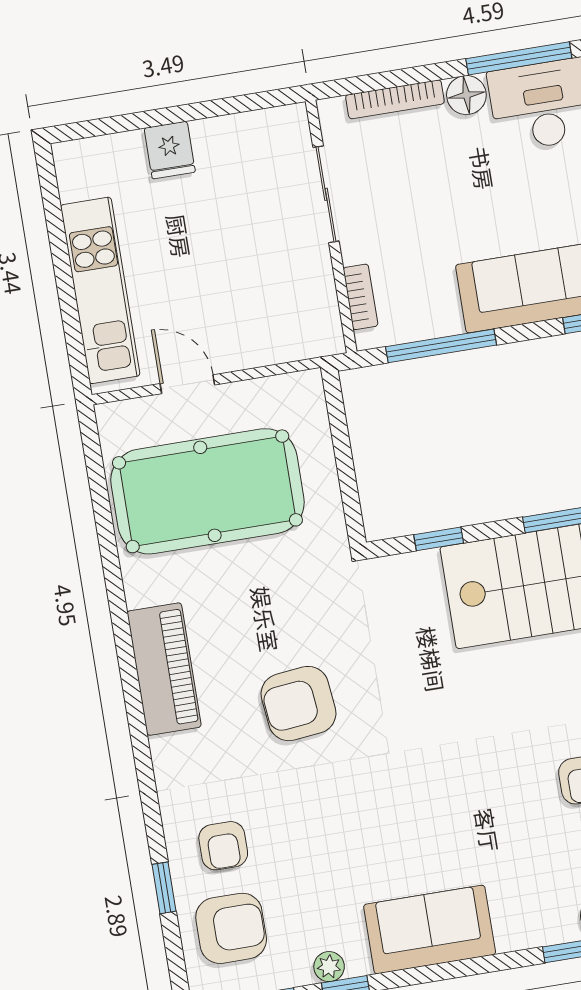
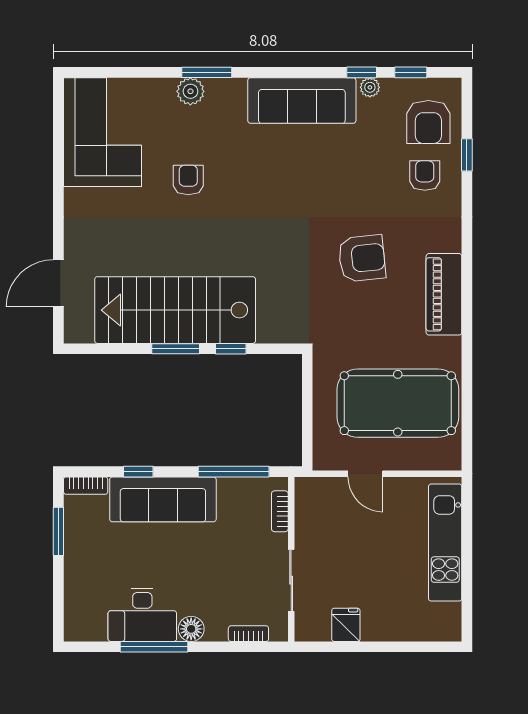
bookcase: (395, 99) -> (248, 634), width x0.64
fridge: (170, 150) -> (346, 625), moved
door: (187, 384) -> (365, 474), moved
window: (439, 539) -> (231, 349), moved
armchair: (231, 928) -> (428, 122), turned -90
sofa: (430, 930) -> (302, 100), width x1.36

